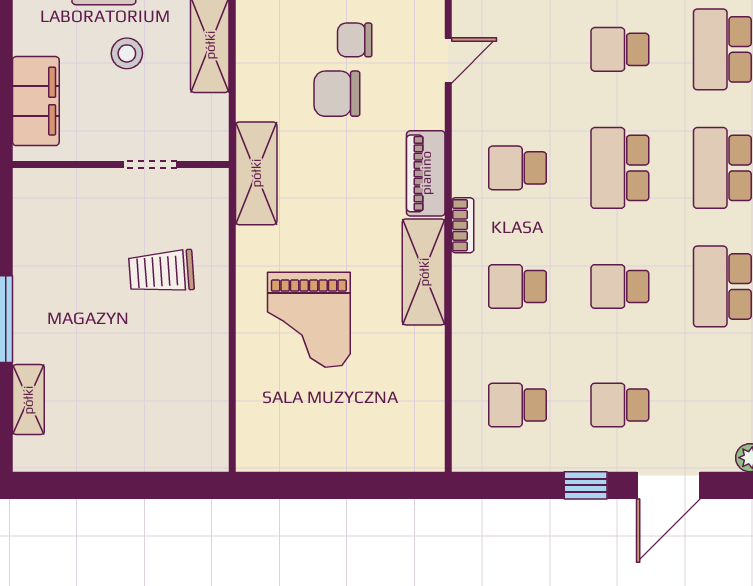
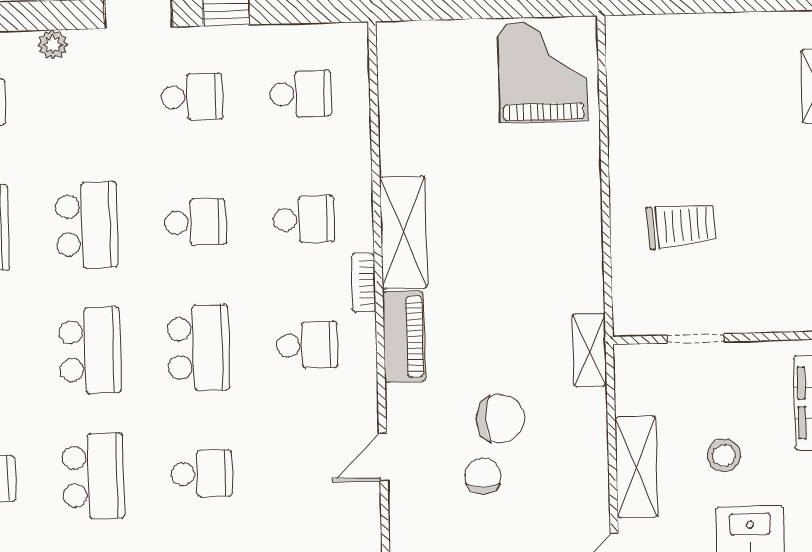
chair: (355, 40) -> (483, 476), turned -90
shelving: (256, 173) -> (590, 350), width x0.67, depth x0.75
grand piano: (309, 320) -> (543, 71), moved

